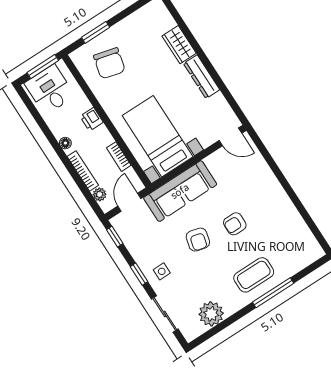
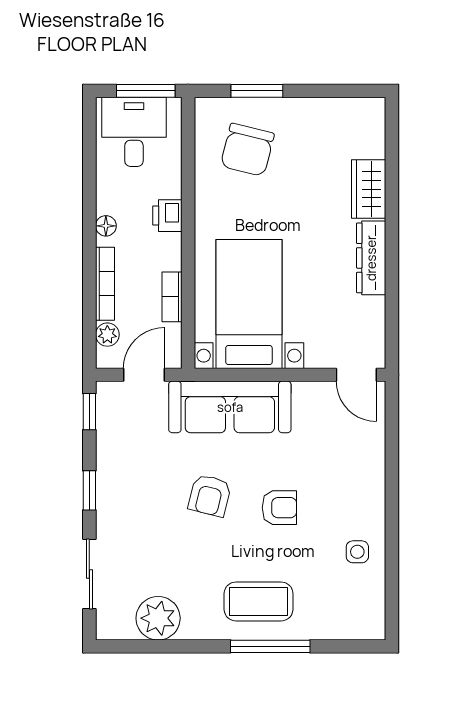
armchair: (235, 224) -> (279, 508), turned 180
side table: (162, 271) -> (357, 552), moved

